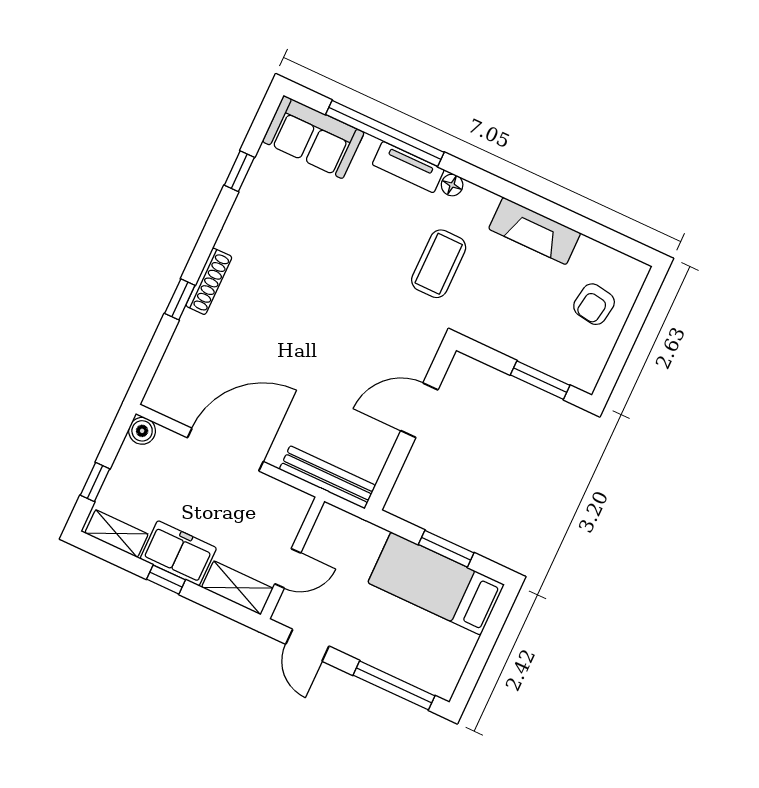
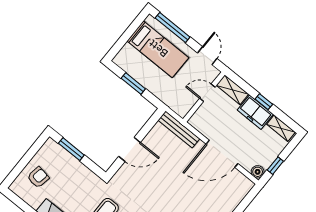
window: (95, 482) -> (275, 166), moved
bed: (436, 584) -> (158, 49), moved

